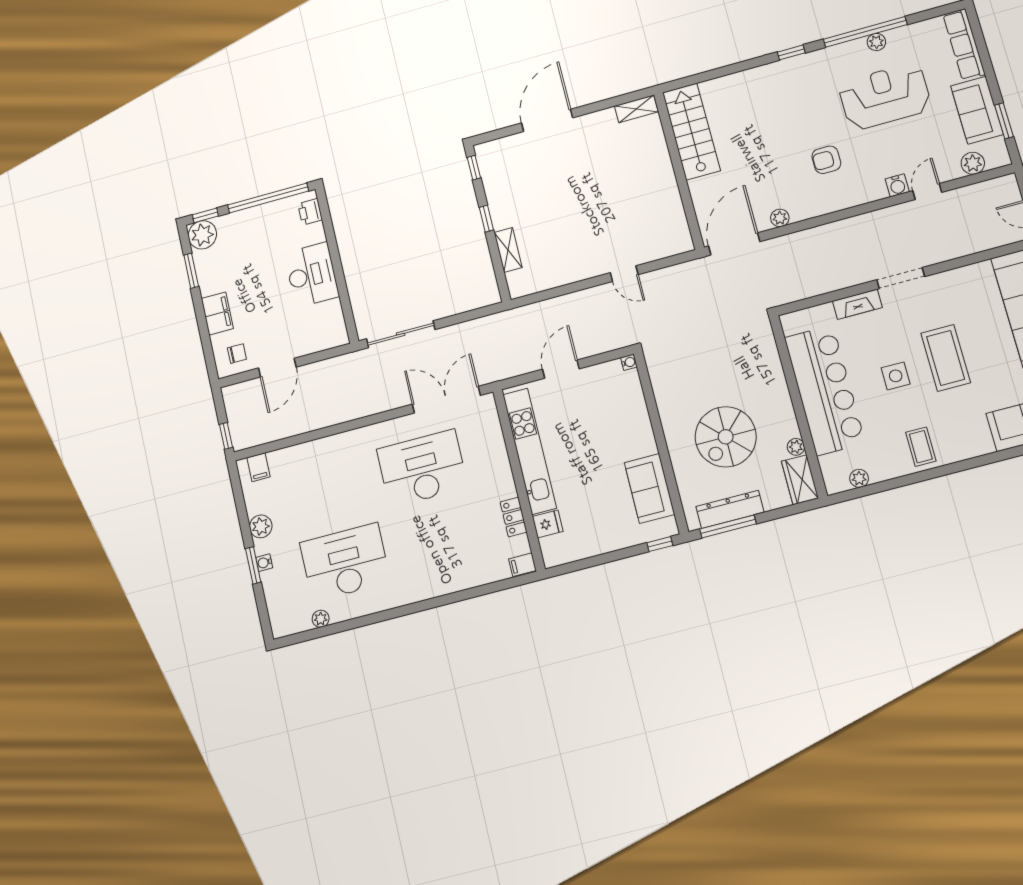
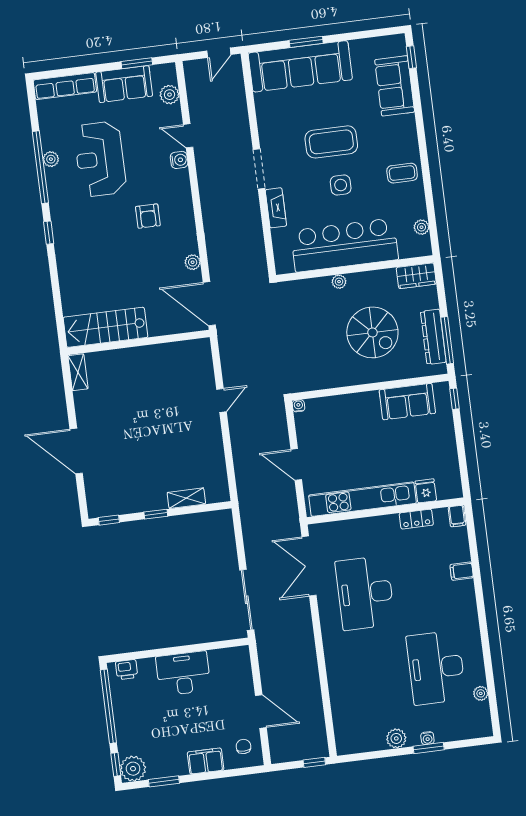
plant: (796, 447) -> (339, 282), moved
filing cabinet: (258, 467) -> (462, 571), moved, turned 180

